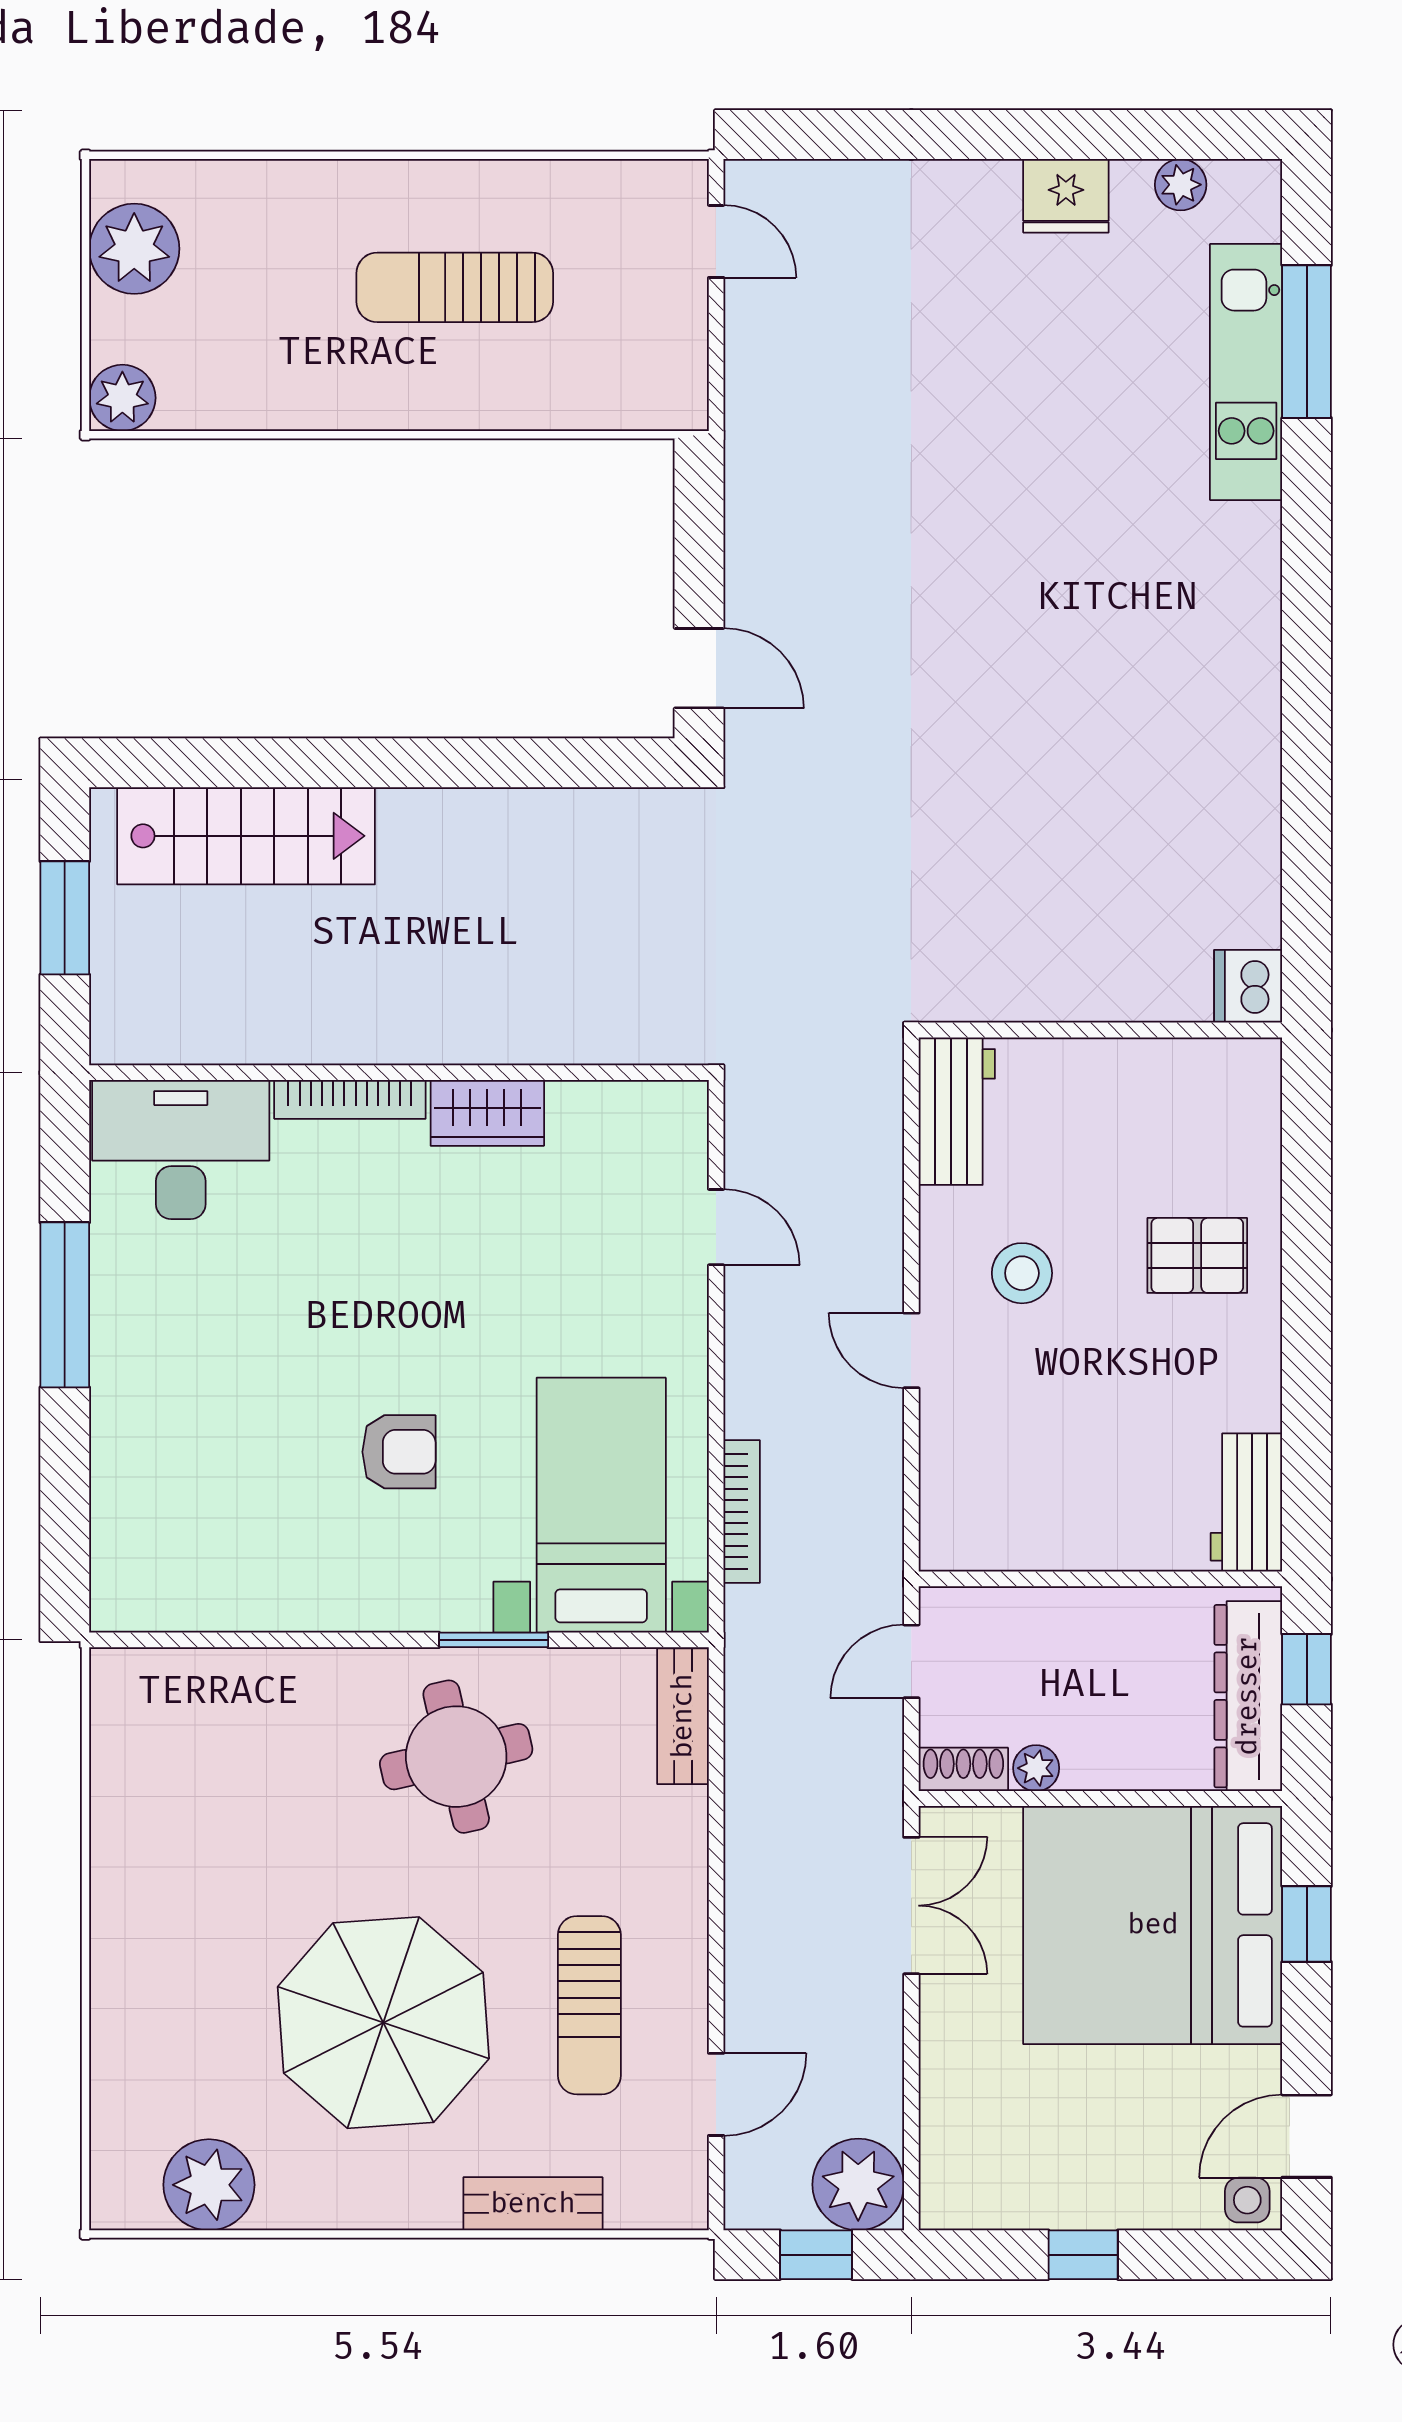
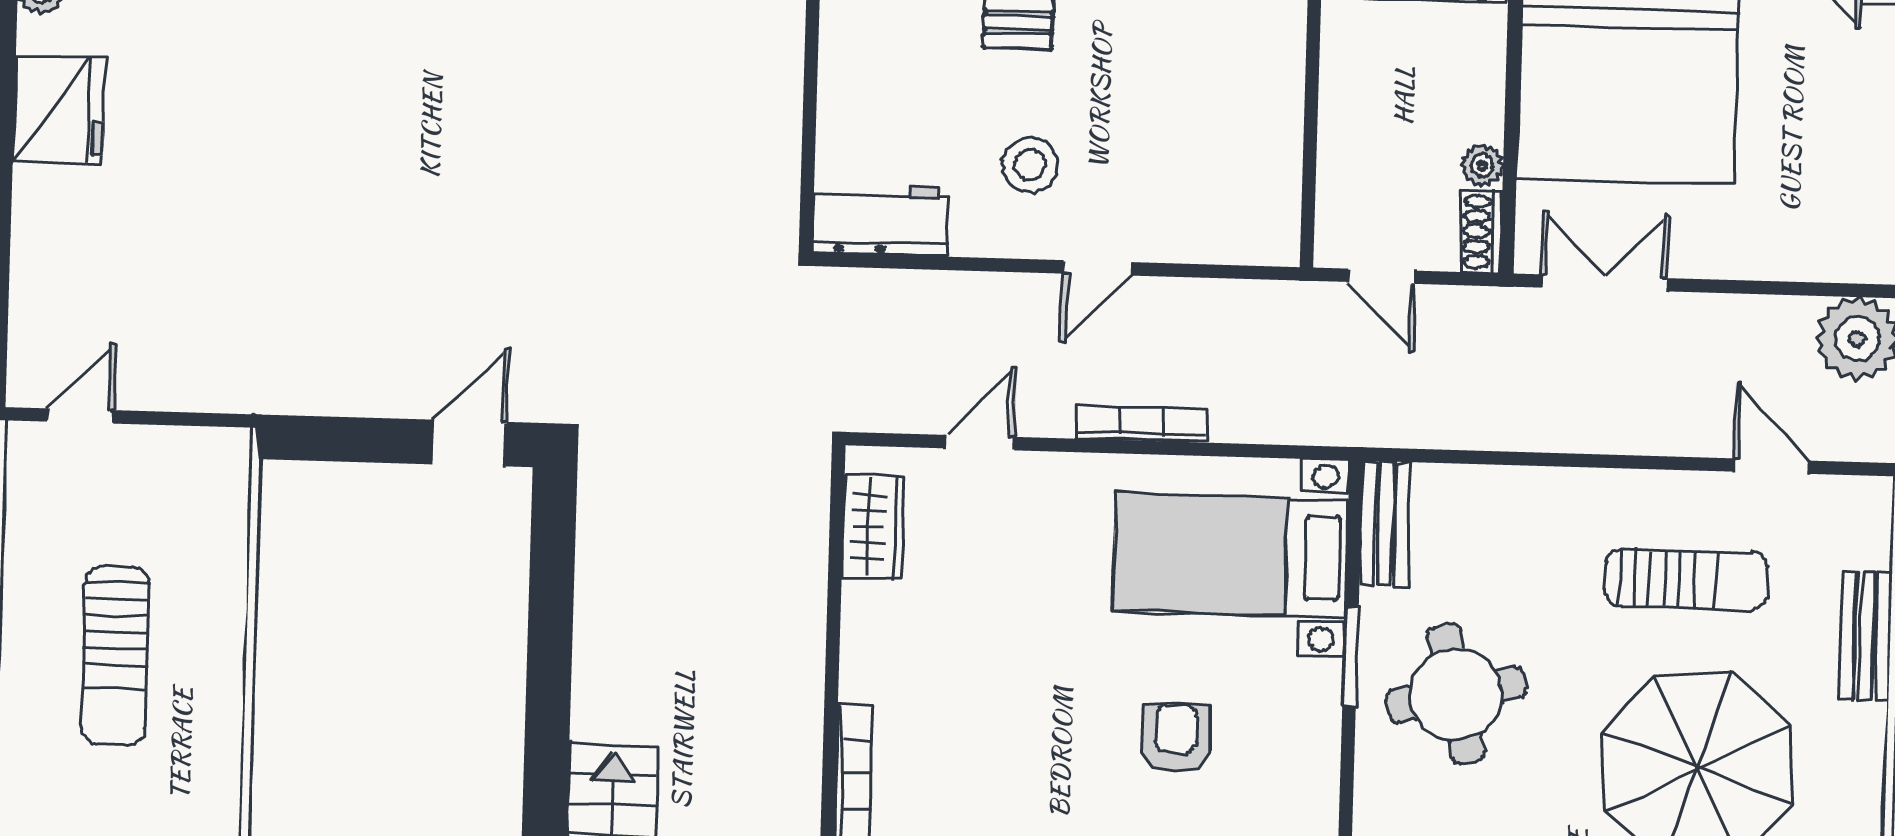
fridge: (1066, 196) -> (59, 110), width x1.36, depth x1.34
wardrobe: (487, 1113) -> (873, 527), moved
bookcase: (742, 1512) -> (1142, 424), moved
bench: (683, 1716) -> (1385, 523), moved, turned 90

